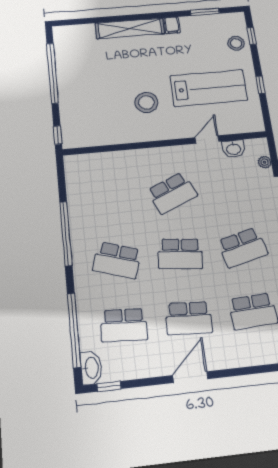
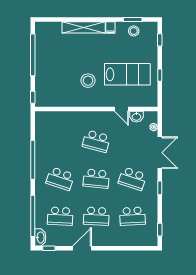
stool: (236, 43) -> (134, 31), moved
door: (207, 140) -> (121, 109), swing flipped
school desk: (172, 193) -> (96, 141), turned 39
school desk: (243, 247) -> (132, 179), turned 33
door: (190, 377) -> (82, 248), moved

